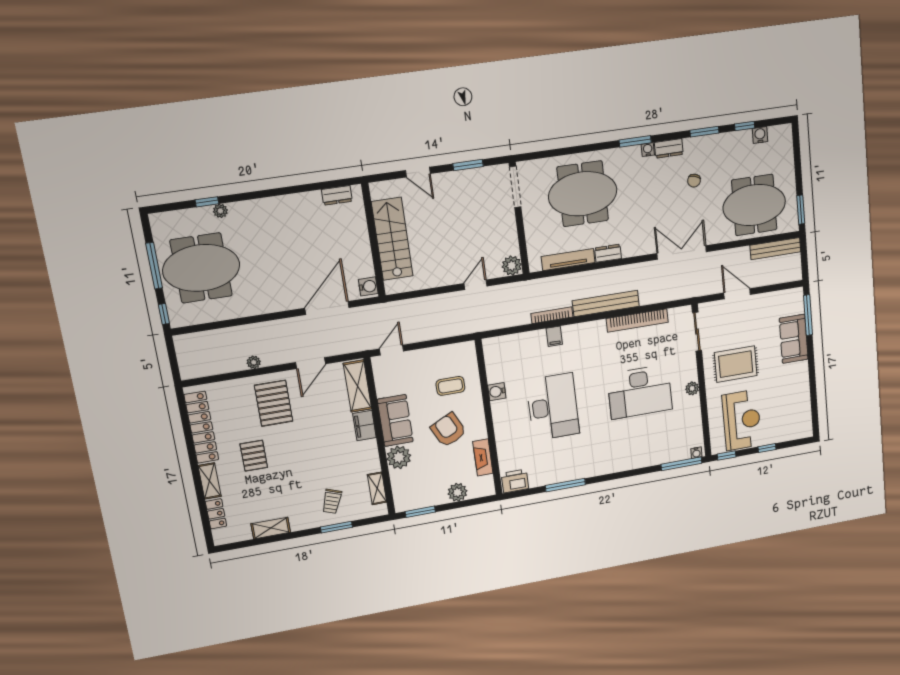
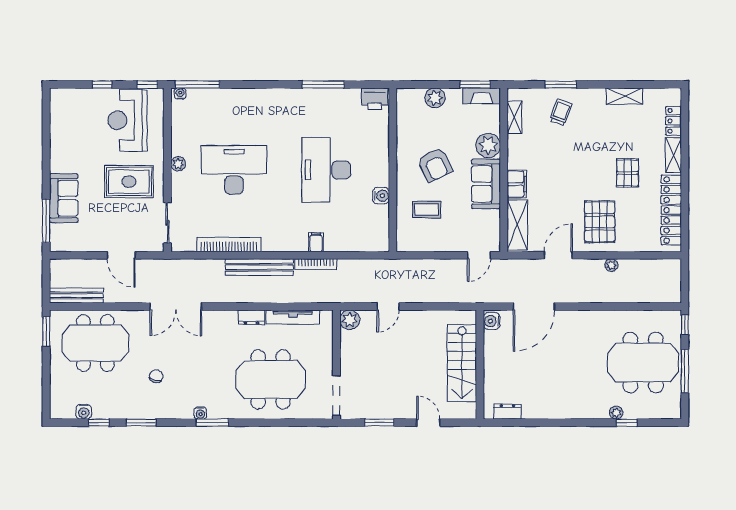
dresser: (669, 148) -> (179, 411), removed
fireplace: (483, 457) -> (482, 96), moved, turned 90

